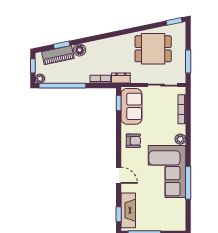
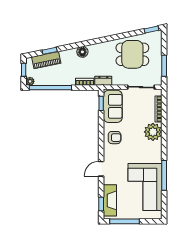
floor lamp: (80, 50) -> (82, 52), moved
plant: (180, 139) -> (153, 132), width x1.88, depth x1.88
corner sofa: (167, 171) -> (145, 187), moved
door: (119, 175) -> (101, 169), swing flipped

